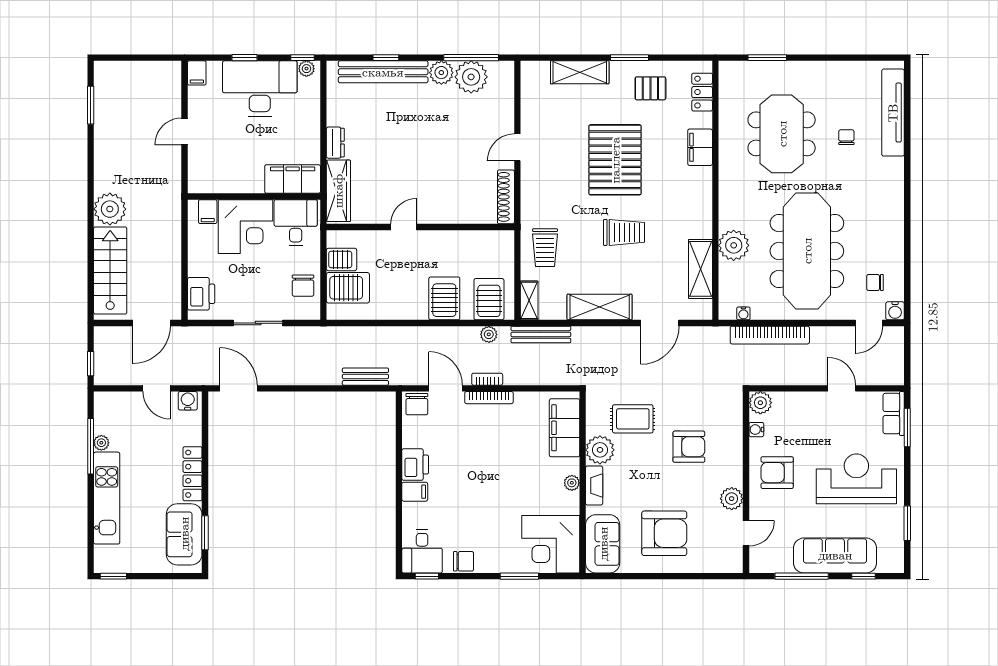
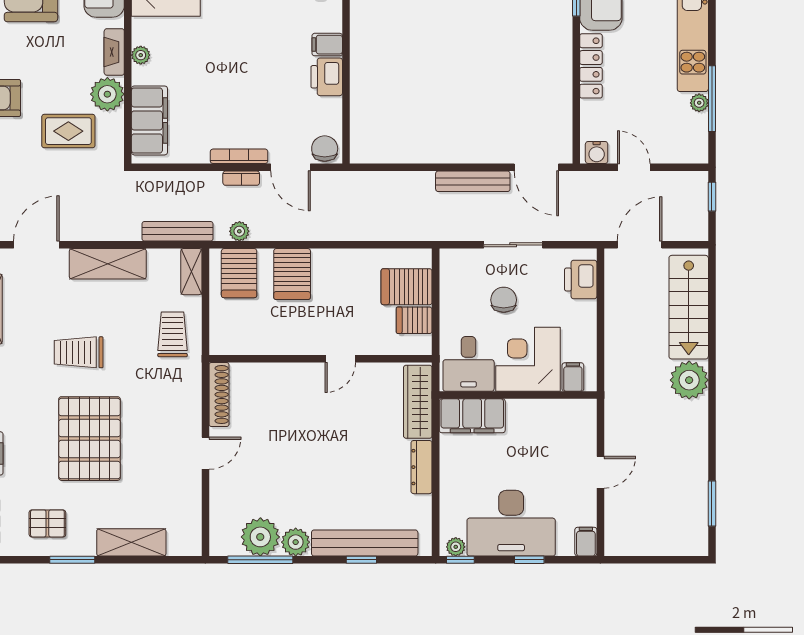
dresser: (335, 143) -> (422, 467), width x1.44
chair: (303, 286) -> (504, 300), moved
bench: (365, 377) -> (473, 181), moved, width x1.36

